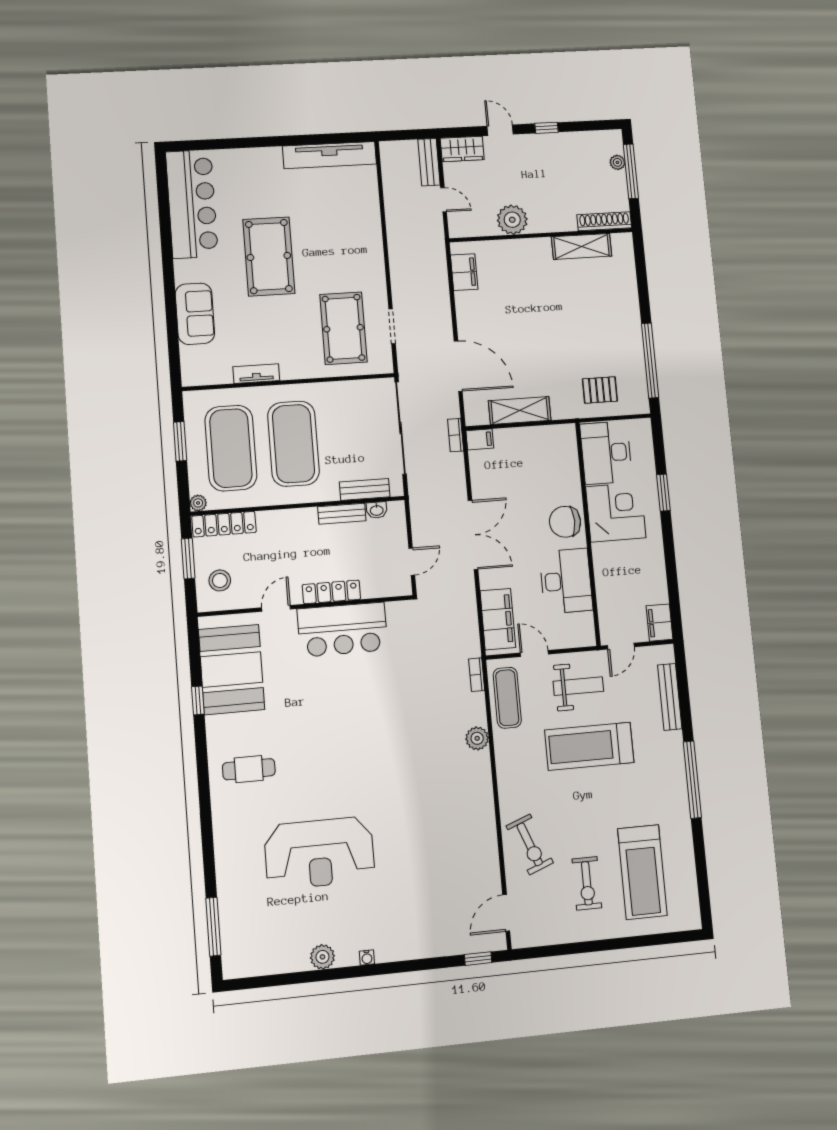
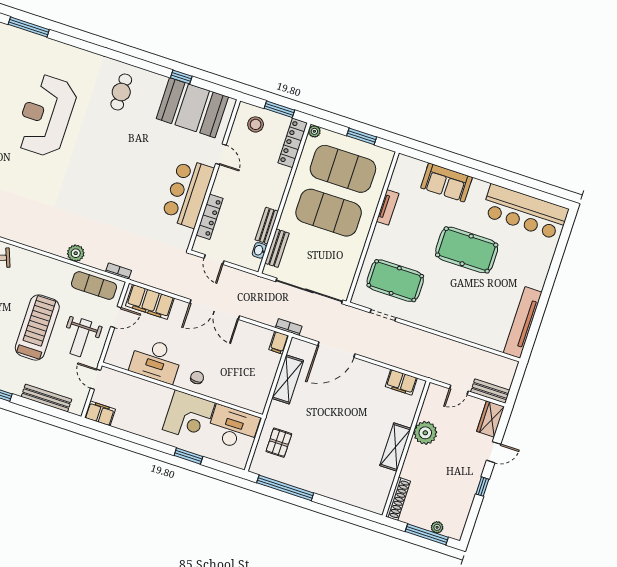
shelving: (582, 246) -> (395, 447), moved
chair: (565, 522) -> (197, 378), width x0.54, depth x0.54
locker: (331, 592) -> (210, 217), moved

